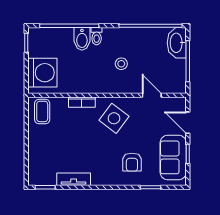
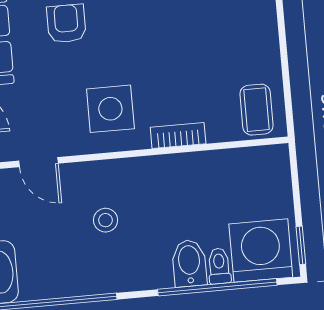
toilet: (97, 36) -> (219, 266), moved
washing machine: (42, 73) -> (261, 251), moved, turned 90
side table: (114, 118) -> (110, 109), turned -37

